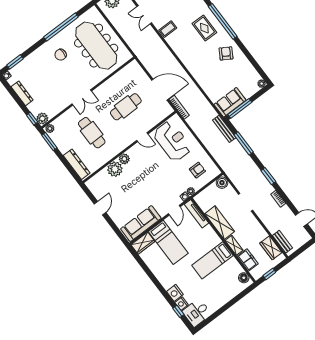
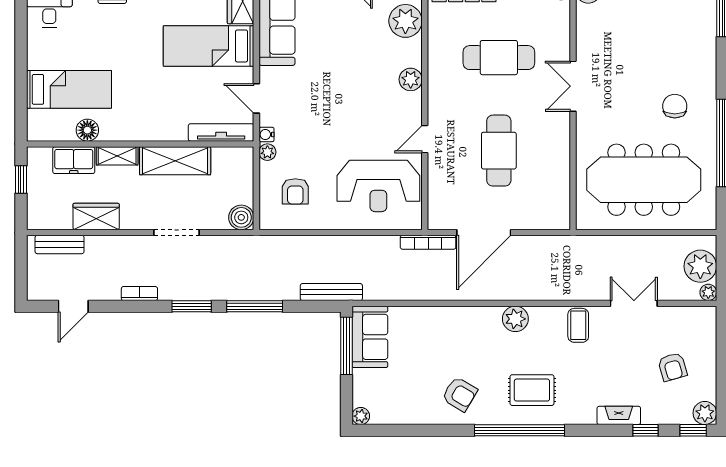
plant: (183, 54) -> (515, 319), added
window: (244, 143) -> (255, 306), moved
plant: (115, 169) -> (405, 21), moved
wardrobe: (271, 248) -> (96, 216), moved
bed: (212, 260) -> (69, 89), moved, turned 90
floor lamp: (244, 278) -> (87, 130), moved

